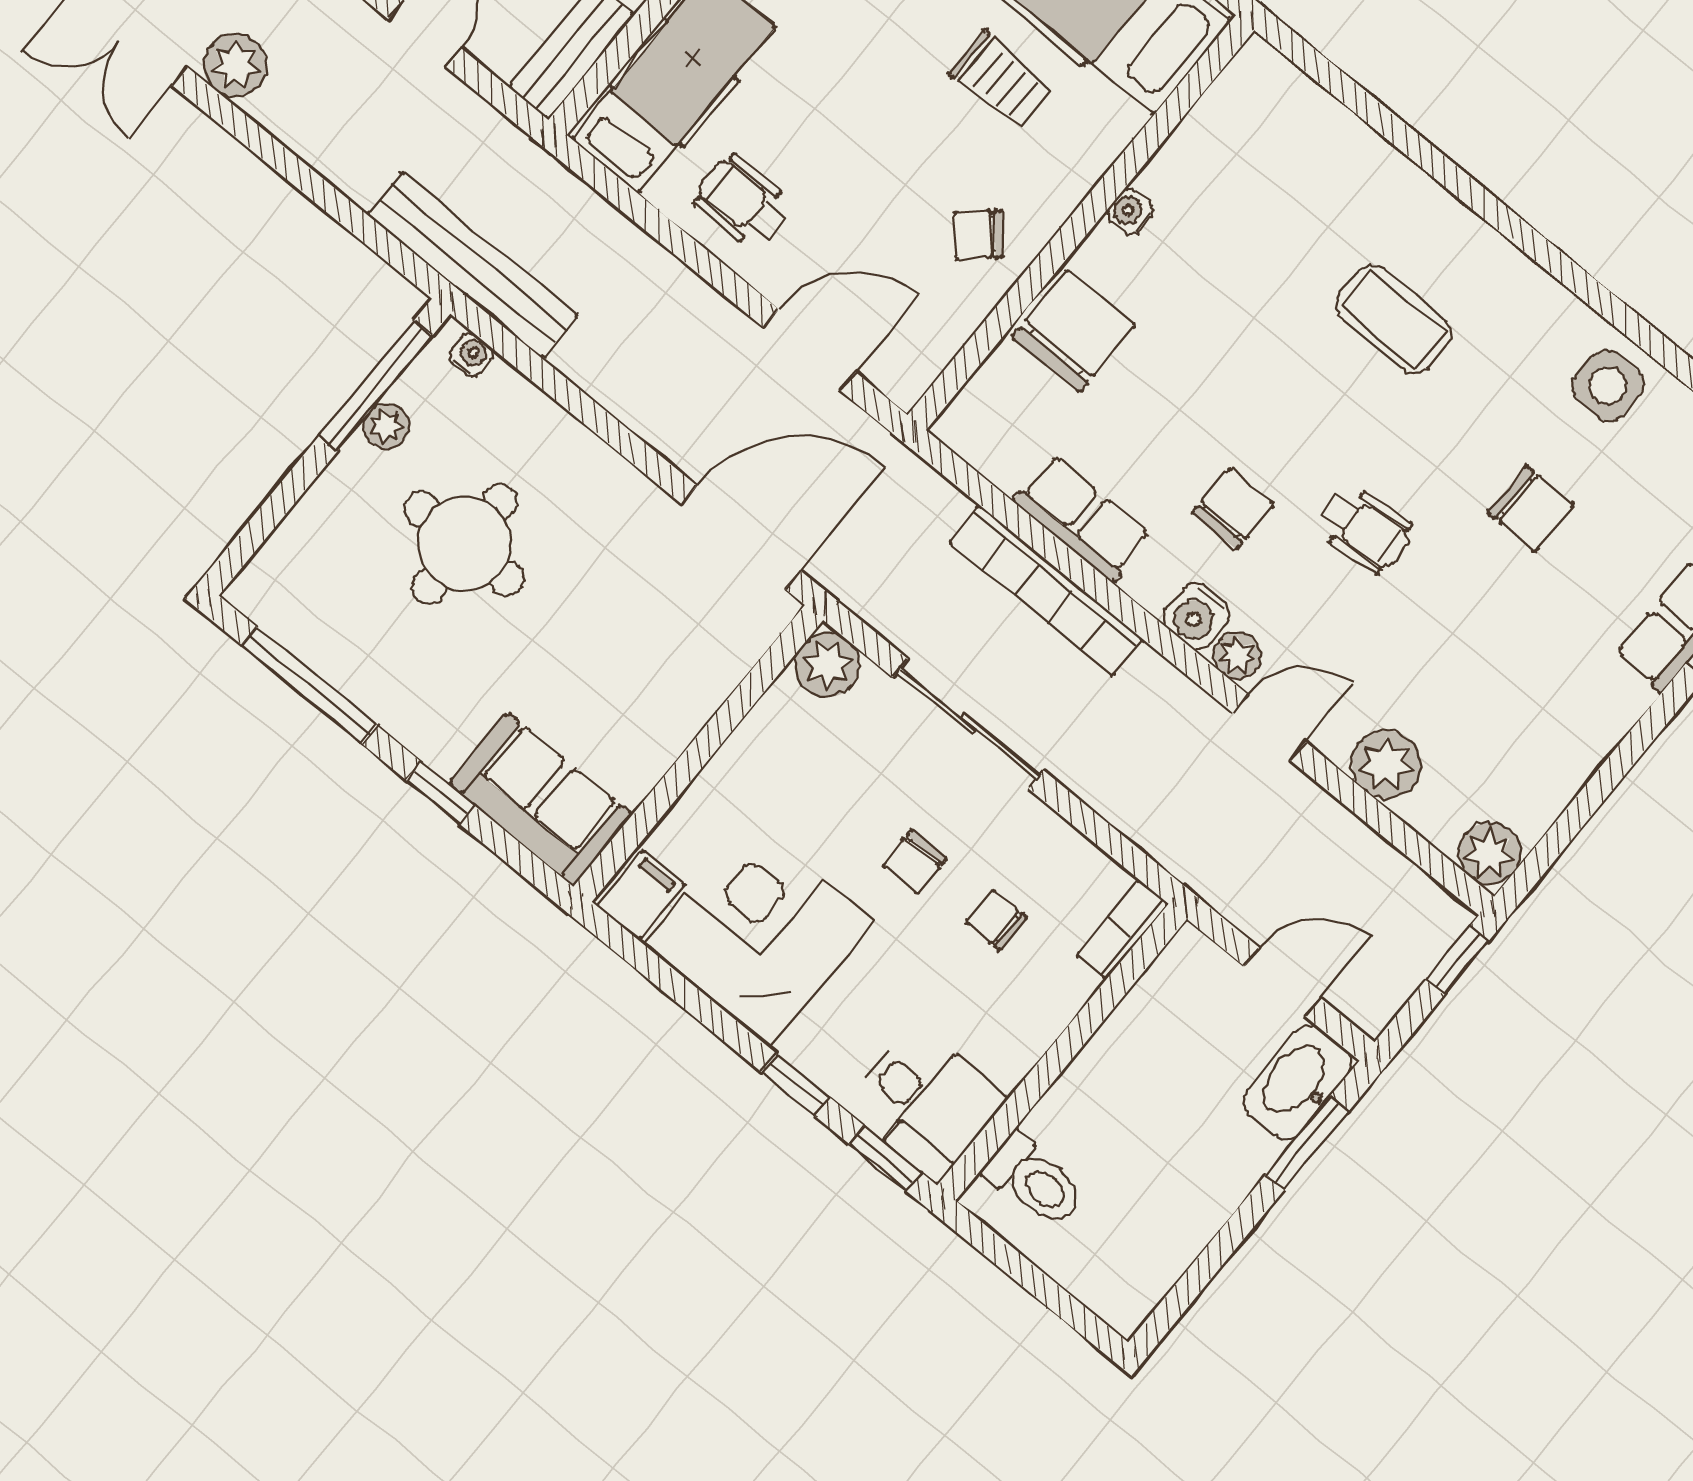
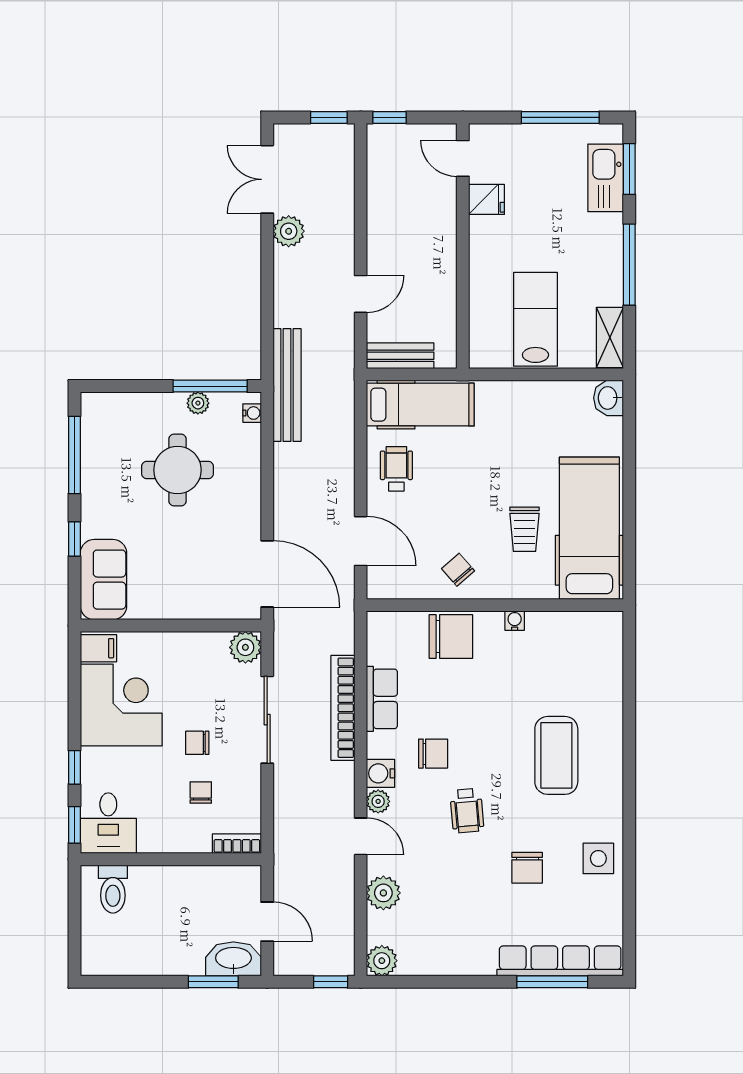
coffee table: (1393, 319) -> (556, 755), width x1.36, depth x1.32

